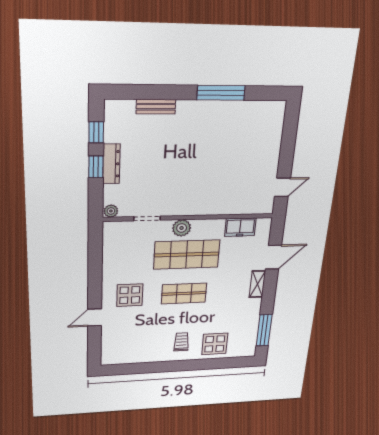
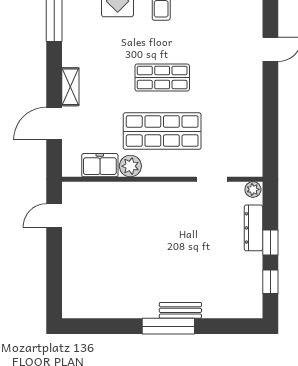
window: (221, 93) -> (168, 326), moved
bench: (156, 107) -> (180, 310), moved
dresser: (111, 164) -> (253, 228), moved
plant: (182, 228) -> (130, 166), moved
display table: (130, 295) -> (228, 78), removed

